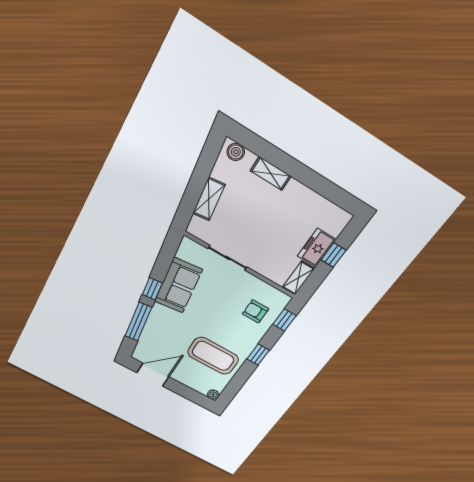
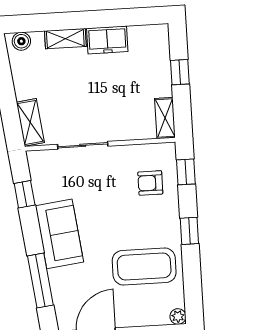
shelving: (209, 199) -> (30, 122), moved
freezer: (317, 248) -> (107, 40), moved, turned -90
sofa: (178, 286) -> (59, 234), moved
window: (152, 289) -> (25, 194), moved

